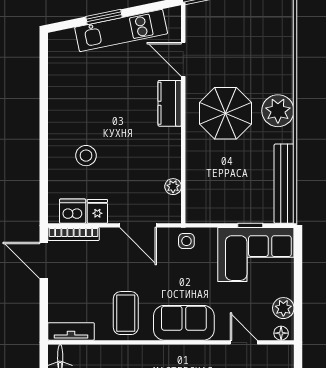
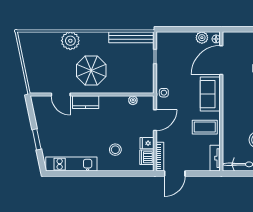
kitchen unit: (121, 31) -> (71, 164), moved, turned -78
door: (183, 59) -> (61, 94), hinge flipped
plant: (278, 111) -> (70, 41), moved
corner sofa: (256, 255) -> (172, 53), removed
door: (244, 342) -> (221, 60), width x1.88

